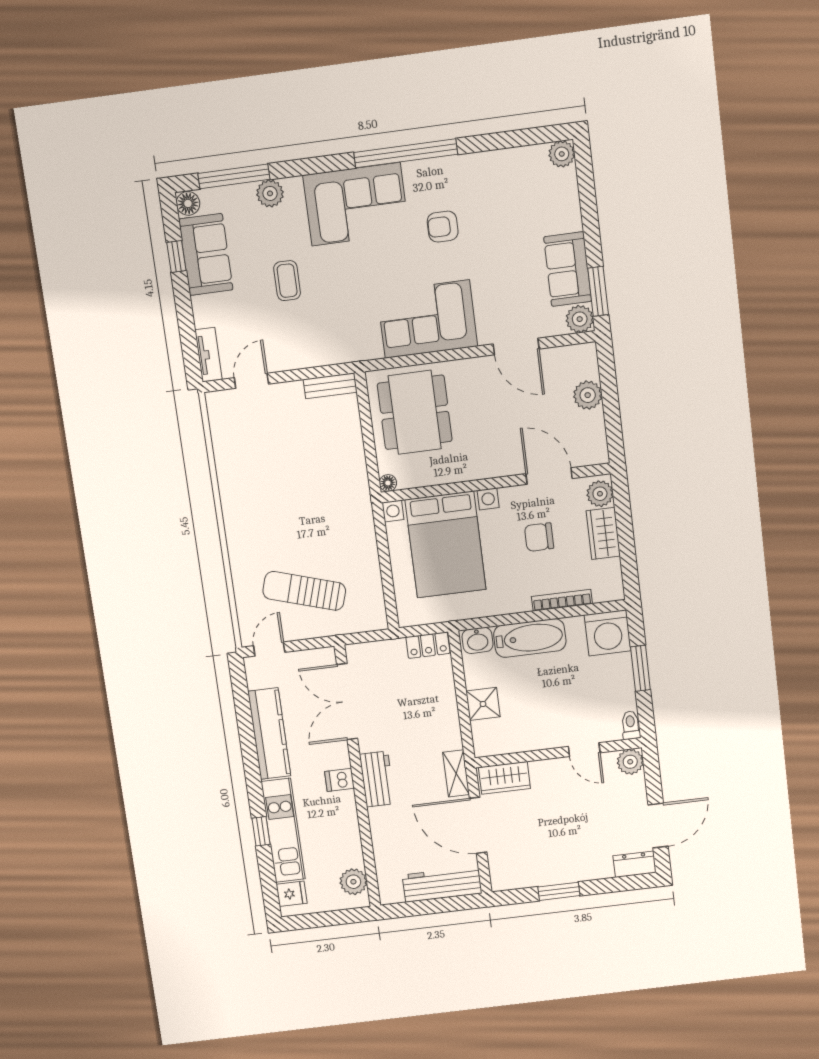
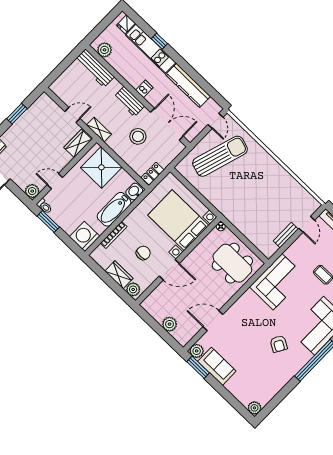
armchair: (443, 227) -> (279, 344), turned 120
corner sofa: (427, 319) -> (278, 282), moved
bench: (330, 386) -> (286, 235), moved
door: (549, 476) -> (169, 270), moved
sun lounger: (304, 591) -> (220, 156), width x1.36, depth x1.34
window: (640, 668) -> (48, 222), moved
shower: (483, 704) -> (101, 167), width x1.86, depth x1.86
stool: (406, 718) -> (138, 136), added
door: (478, 825) -> (72, 115), width x0.53
workbench: (442, 884) -> (95, 68), moved, turned 90

